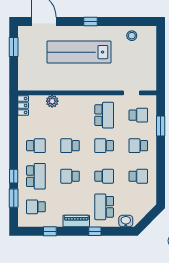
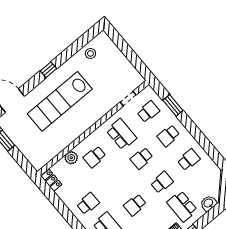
school desk: (70, 146) -> (95, 157), moved

